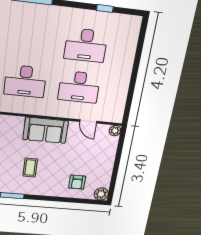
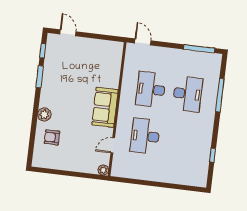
desk: (86, 45) -> (188, 94), moved, turned 180
coffee table: (30, 168) -> (68, 94), removed
plant: (101, 194) -> (44, 114), moved

